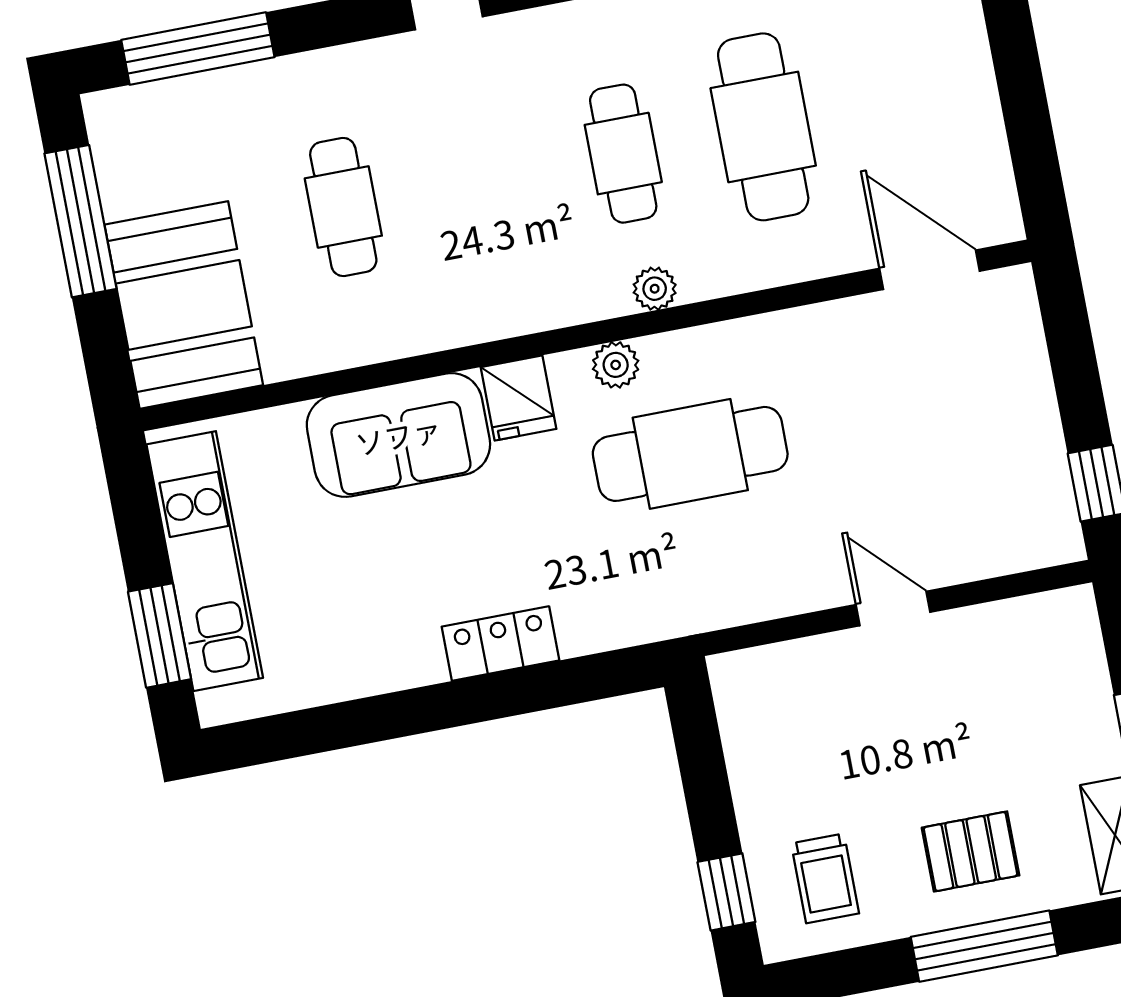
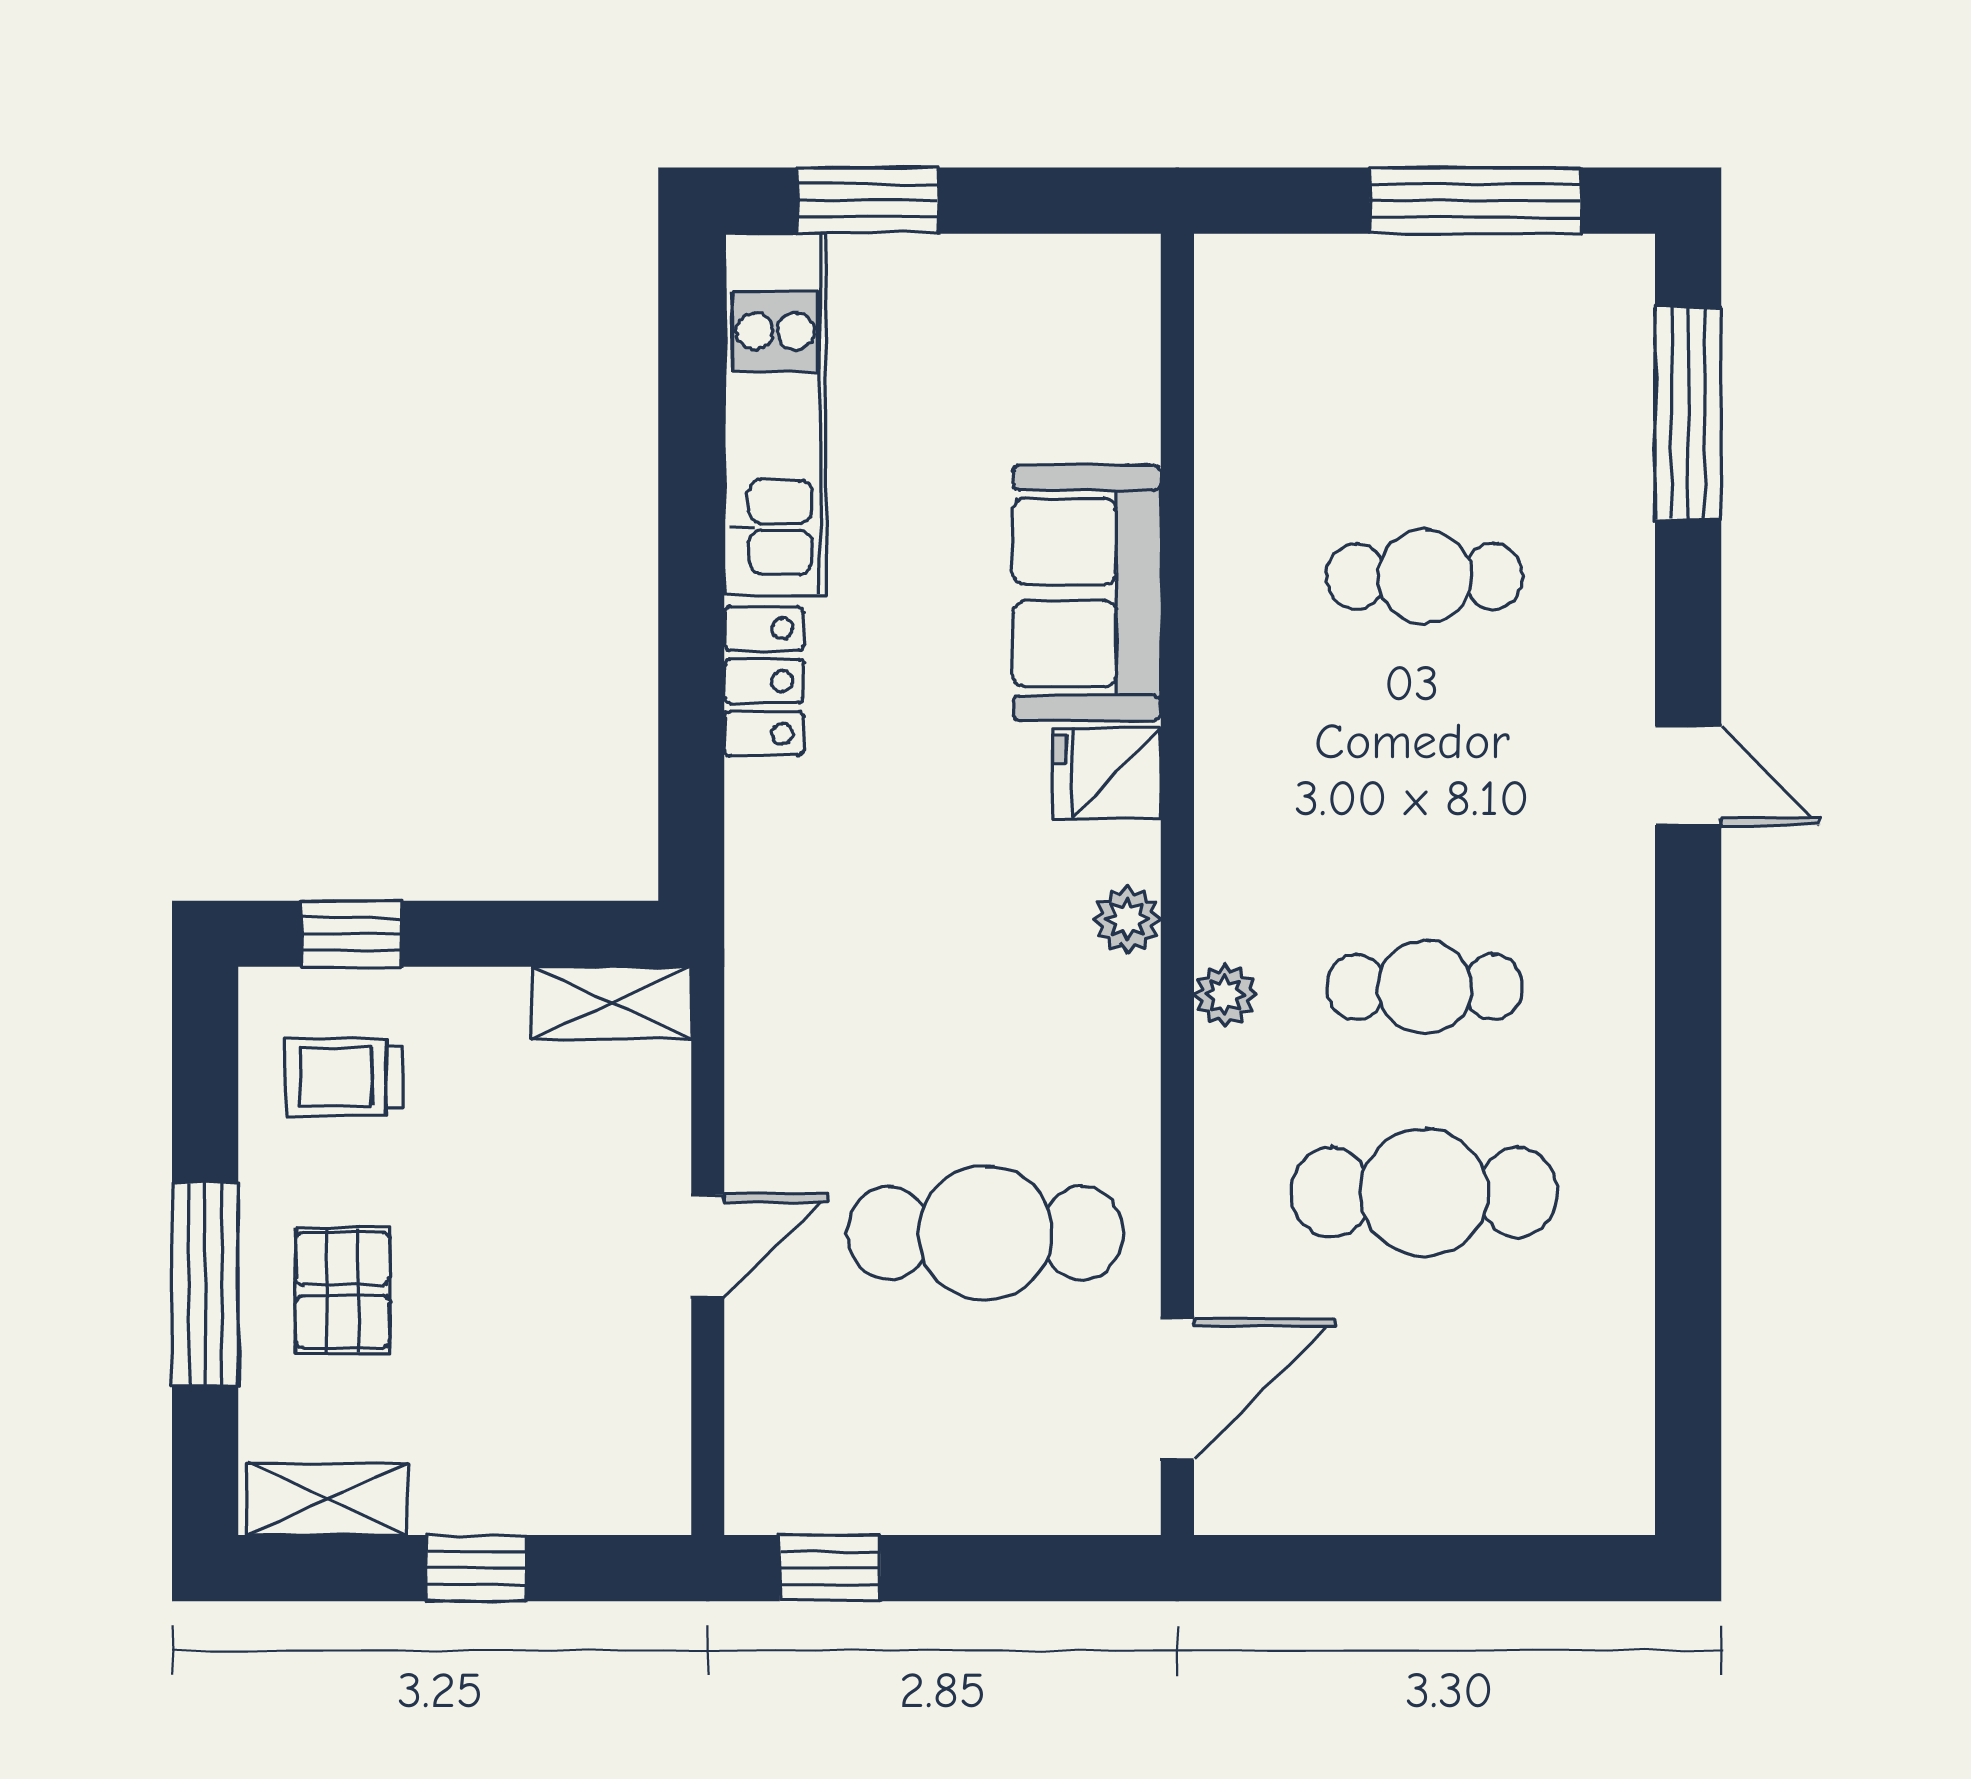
booth: (184, 305) -> (1329, 324), removed
cafe table: (690, 454) -> (985, 1233), moved, turned 90
kitchen unit: (205, 561) -> (775, 415), moved, turned -90
shelving: (740, 706) -> (611, 1003), added

